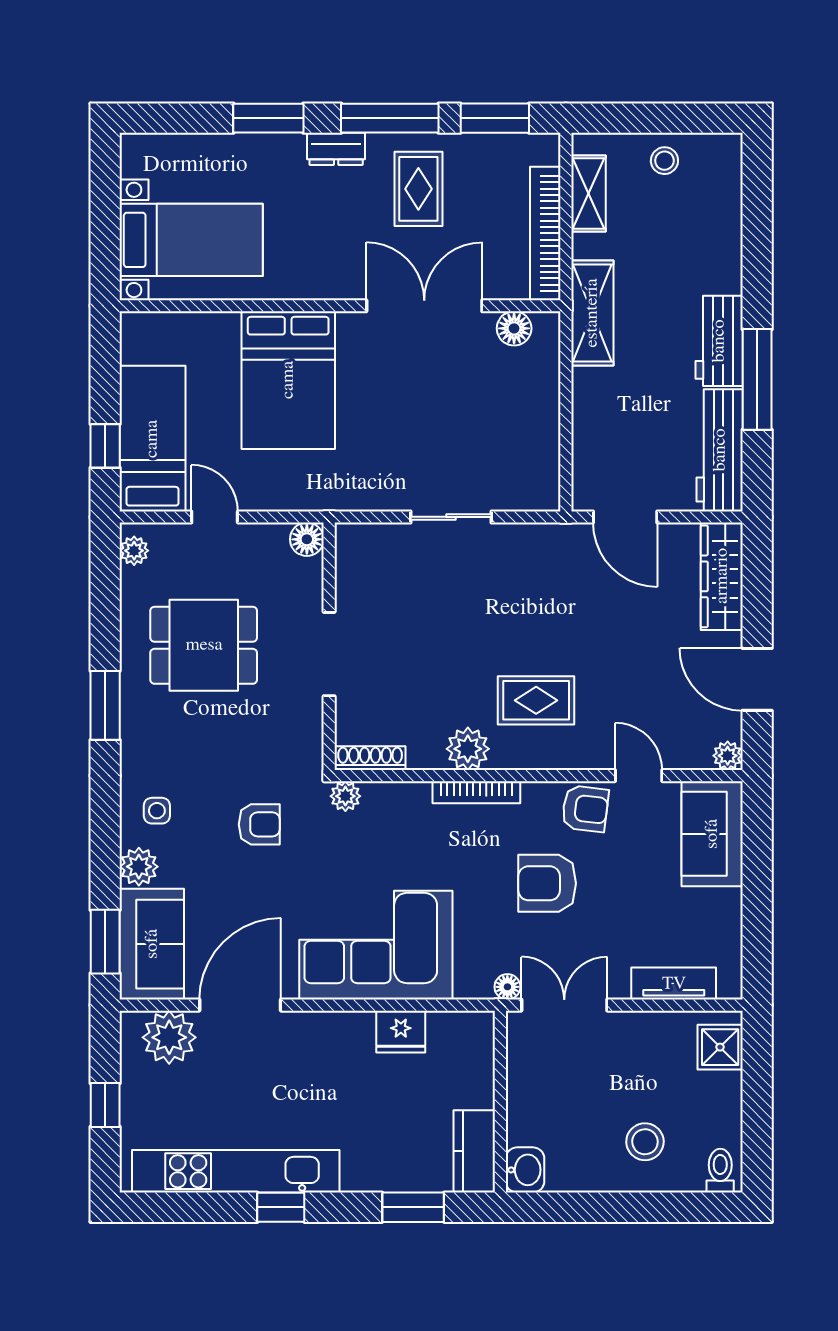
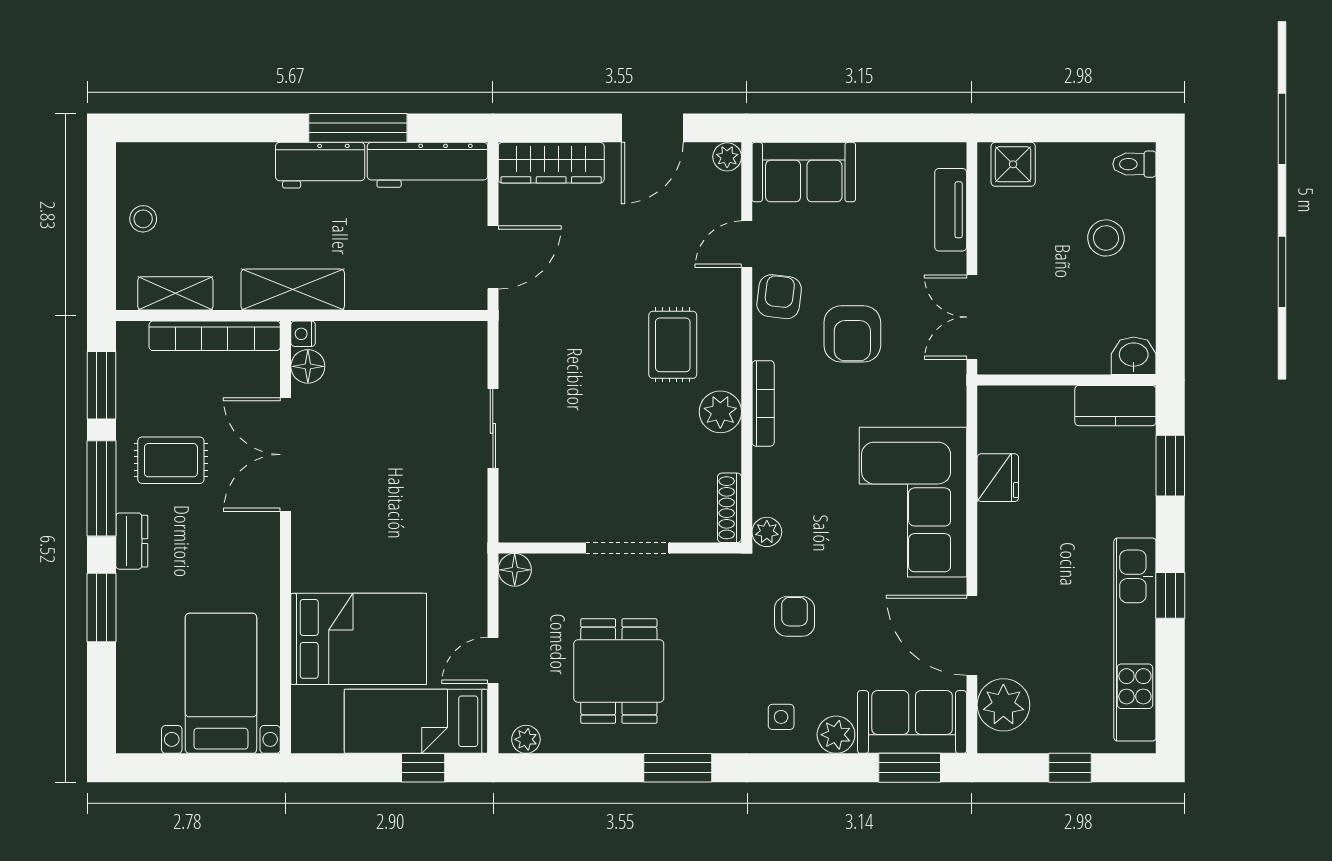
nightstand: (547, 324) -> (303, 334), added
bed: (288, 380) -> (359, 639), moved
floor lamp: (507, 987) -> (954, 373), removed

